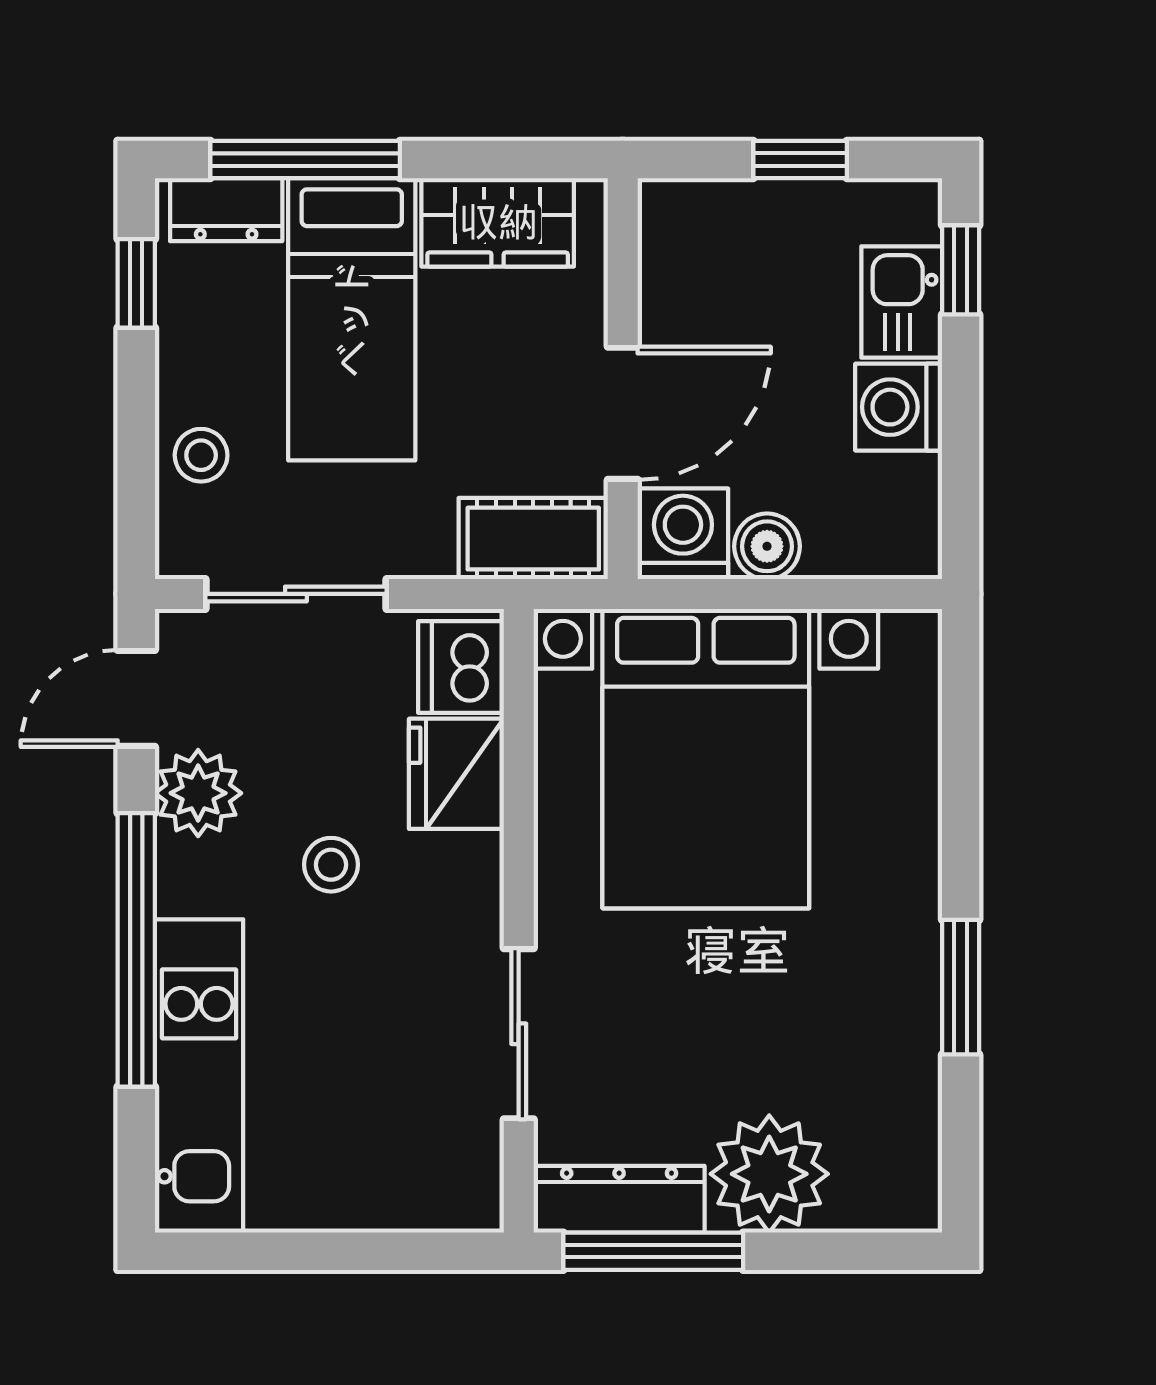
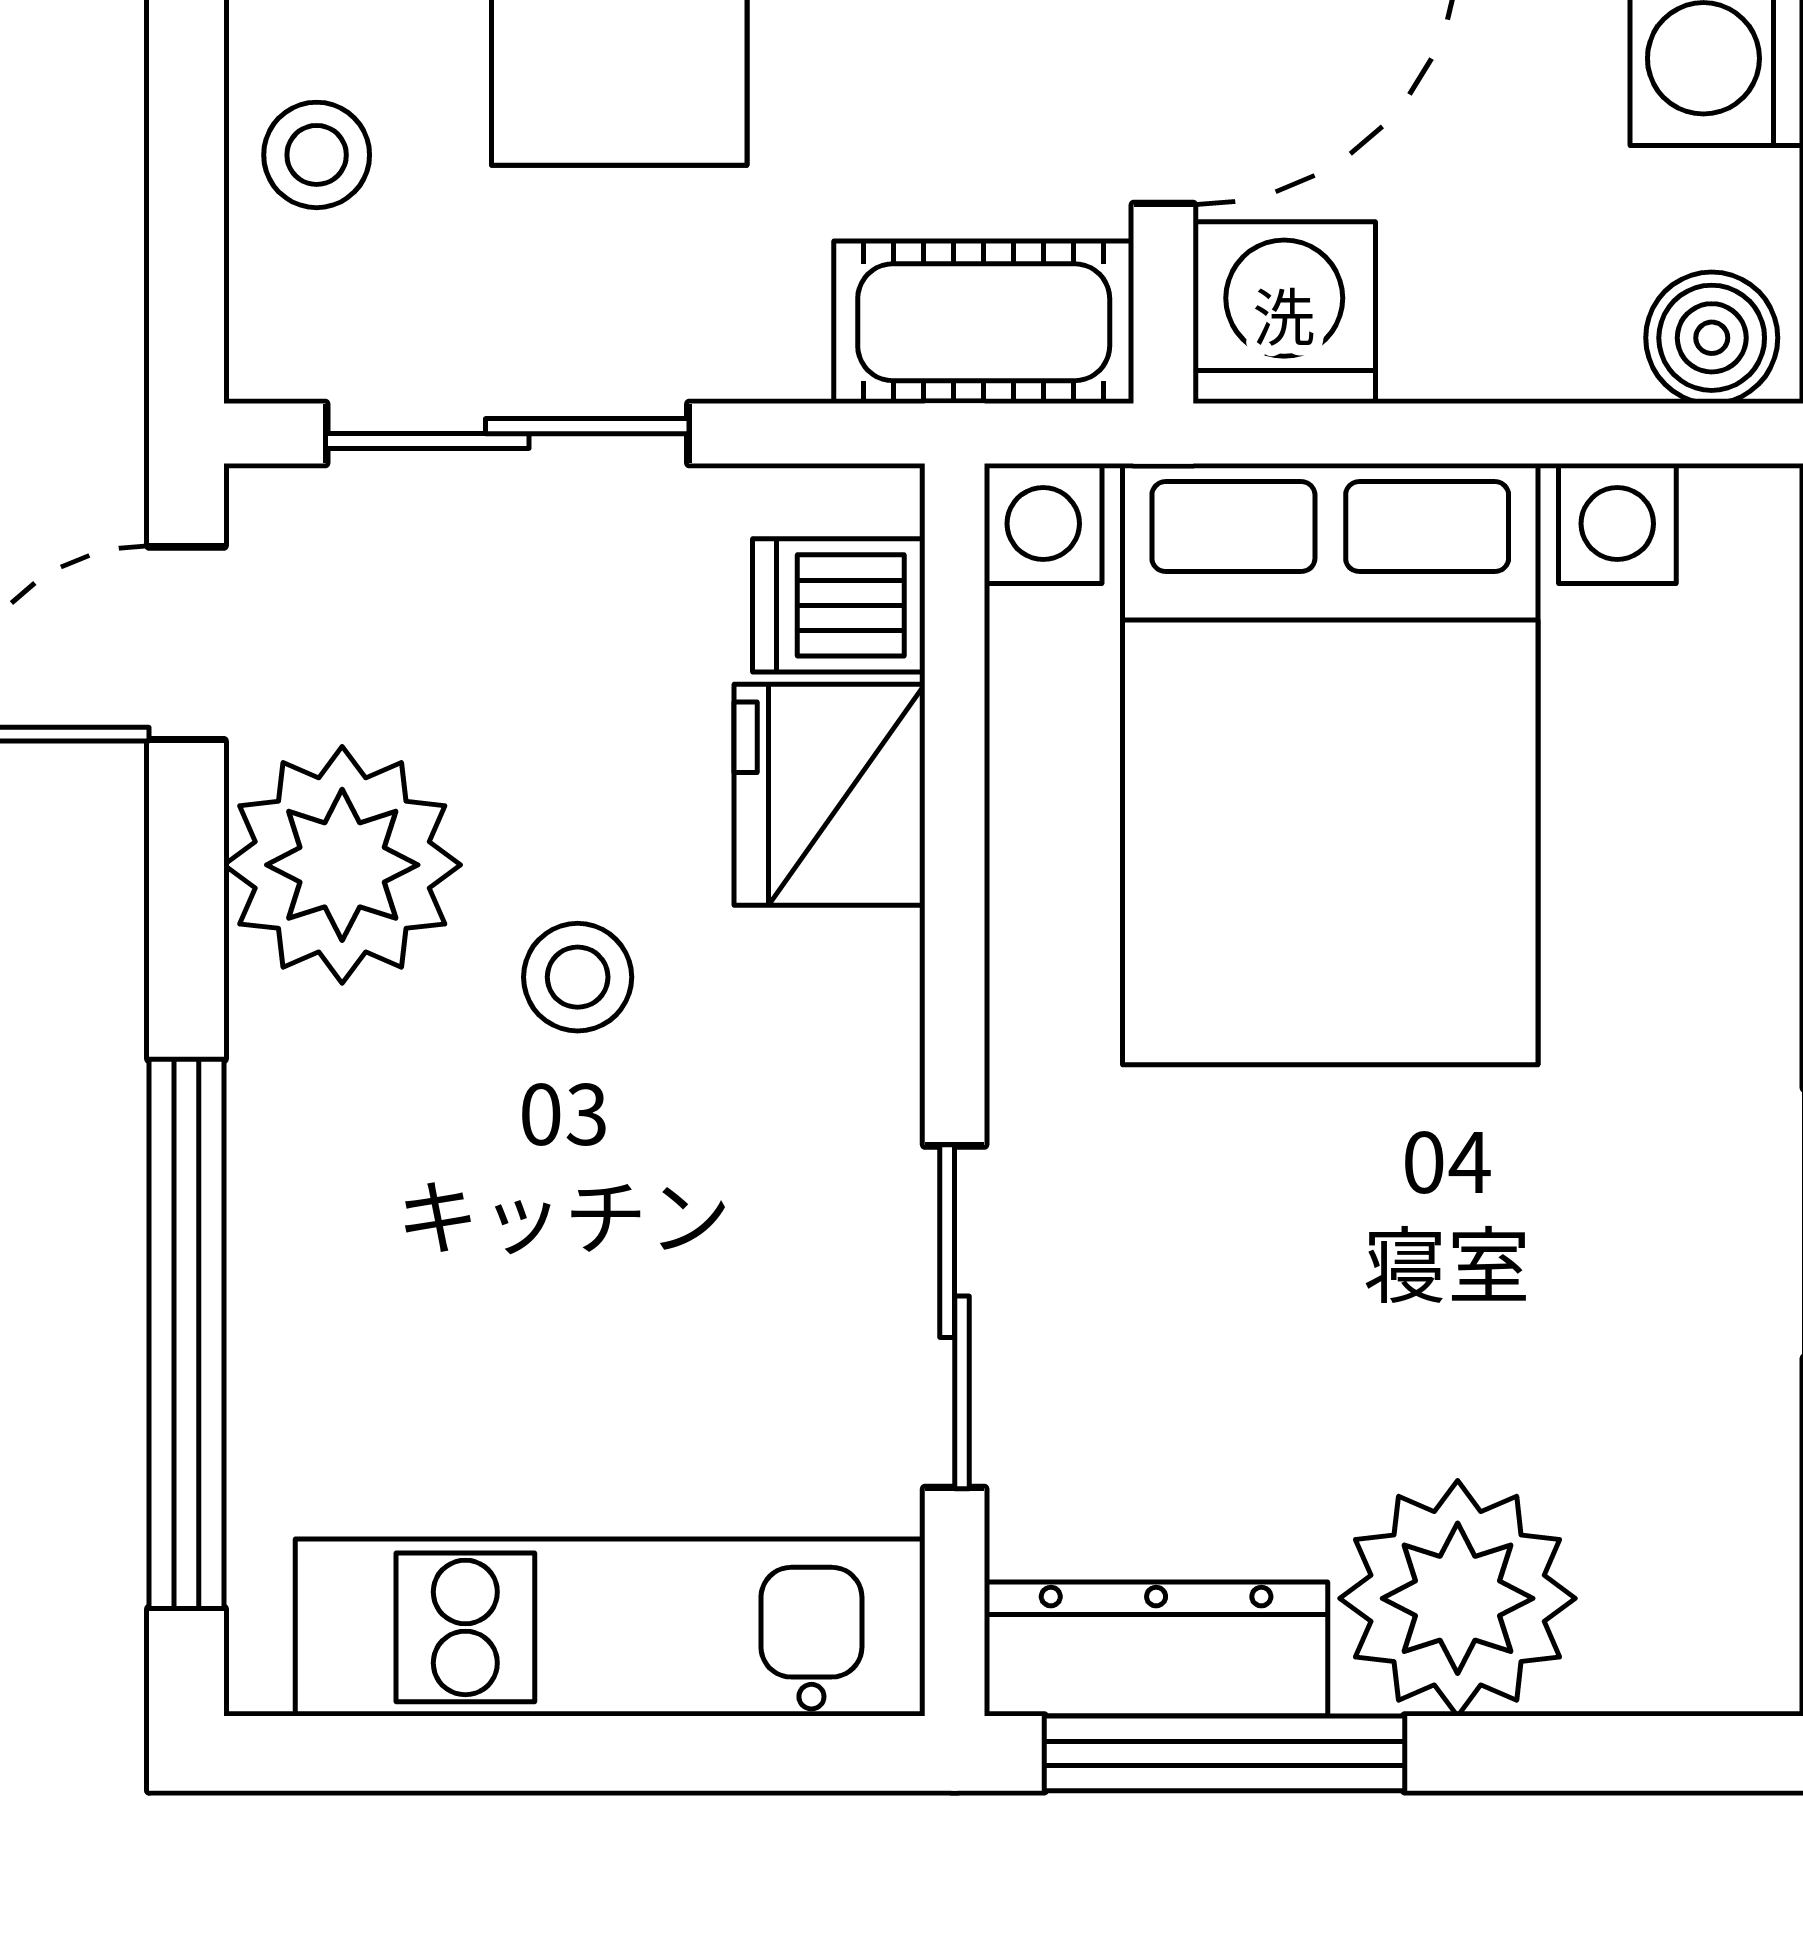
boiler: (767, 546) -> (1712, 338), moved
dishwasher: (461, 667) -> (839, 605), width x0.73
plant: (198, 793) -> (342, 865), width x1.36, depth x1.36
window: (136, 950) -> (187, 1334), moved
kitchen unit: (199, 1076) -> (610, 1627), moved, turned -90

